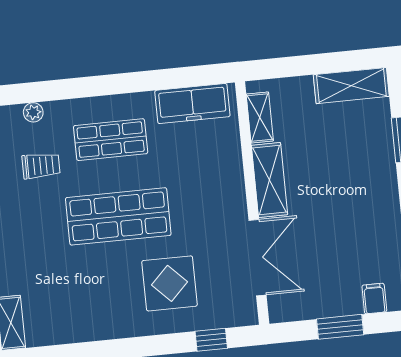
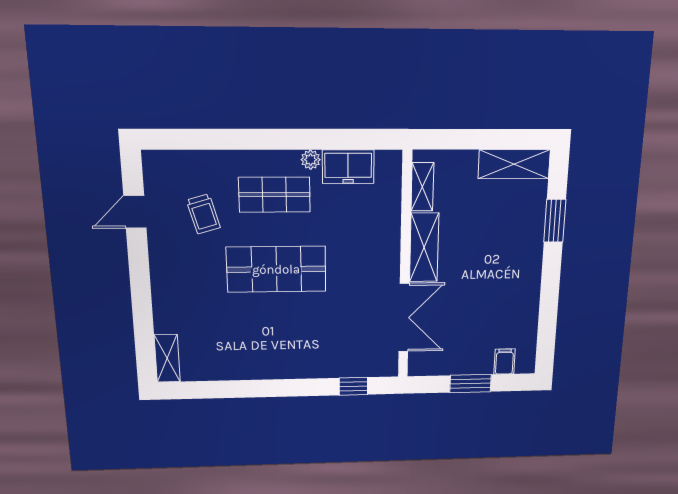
freezer: (192, 104) -> (348, 167), width x0.71
plant: (33, 112) -> (311, 160), moved
trolley: (41, 166) -> (203, 214), turned 74
display table: (170, 283) -> (320, 334), removed

